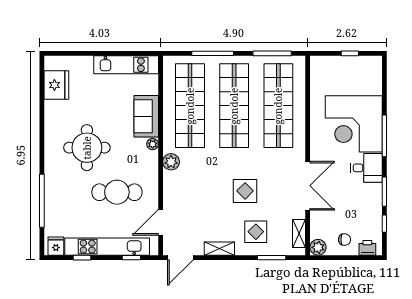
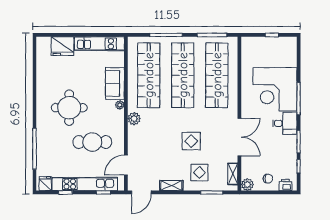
fridge: (56, 85) -> (62, 46), moved, turned 90

